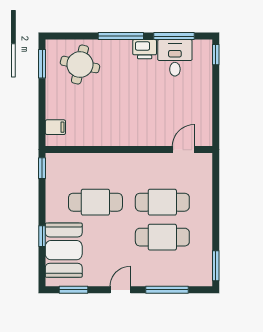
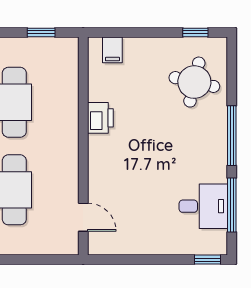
printer: (145, 49) -> (100, 118), moved, turned 180
window: (42, 64) -> (195, 32), width x0.67
window: (42, 168) -> (41, 32), moved

